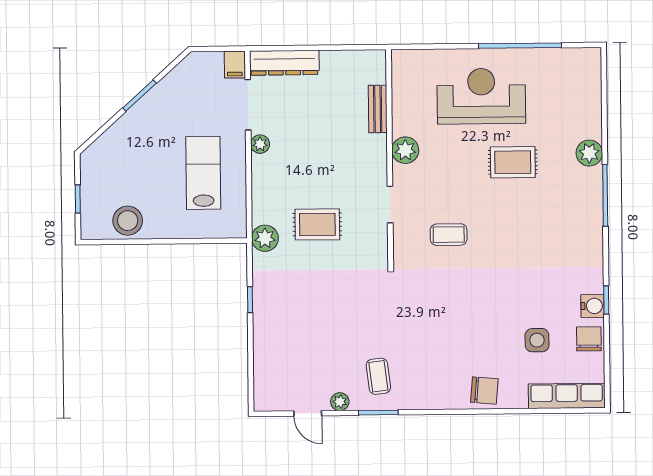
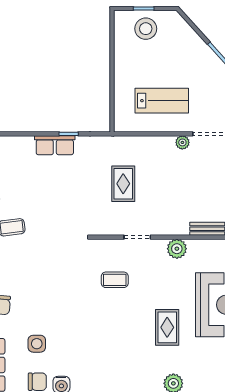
stool: (128, 221) -> (146, 29), moved
coffee table: (449, 235) -> (115, 280), turned 90
plant: (265, 238) -> (113, 145), removed
row of seats: (266, 318) -> (55, 145), added

